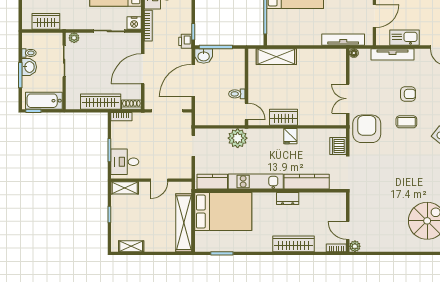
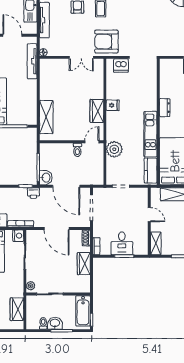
wardrobe: (101, 102) -> (84, 264), width x0.67
desk: (125, 162) -> (122, 243), moved
kitchen counter: (307, 182) -> (151, 92), removed

